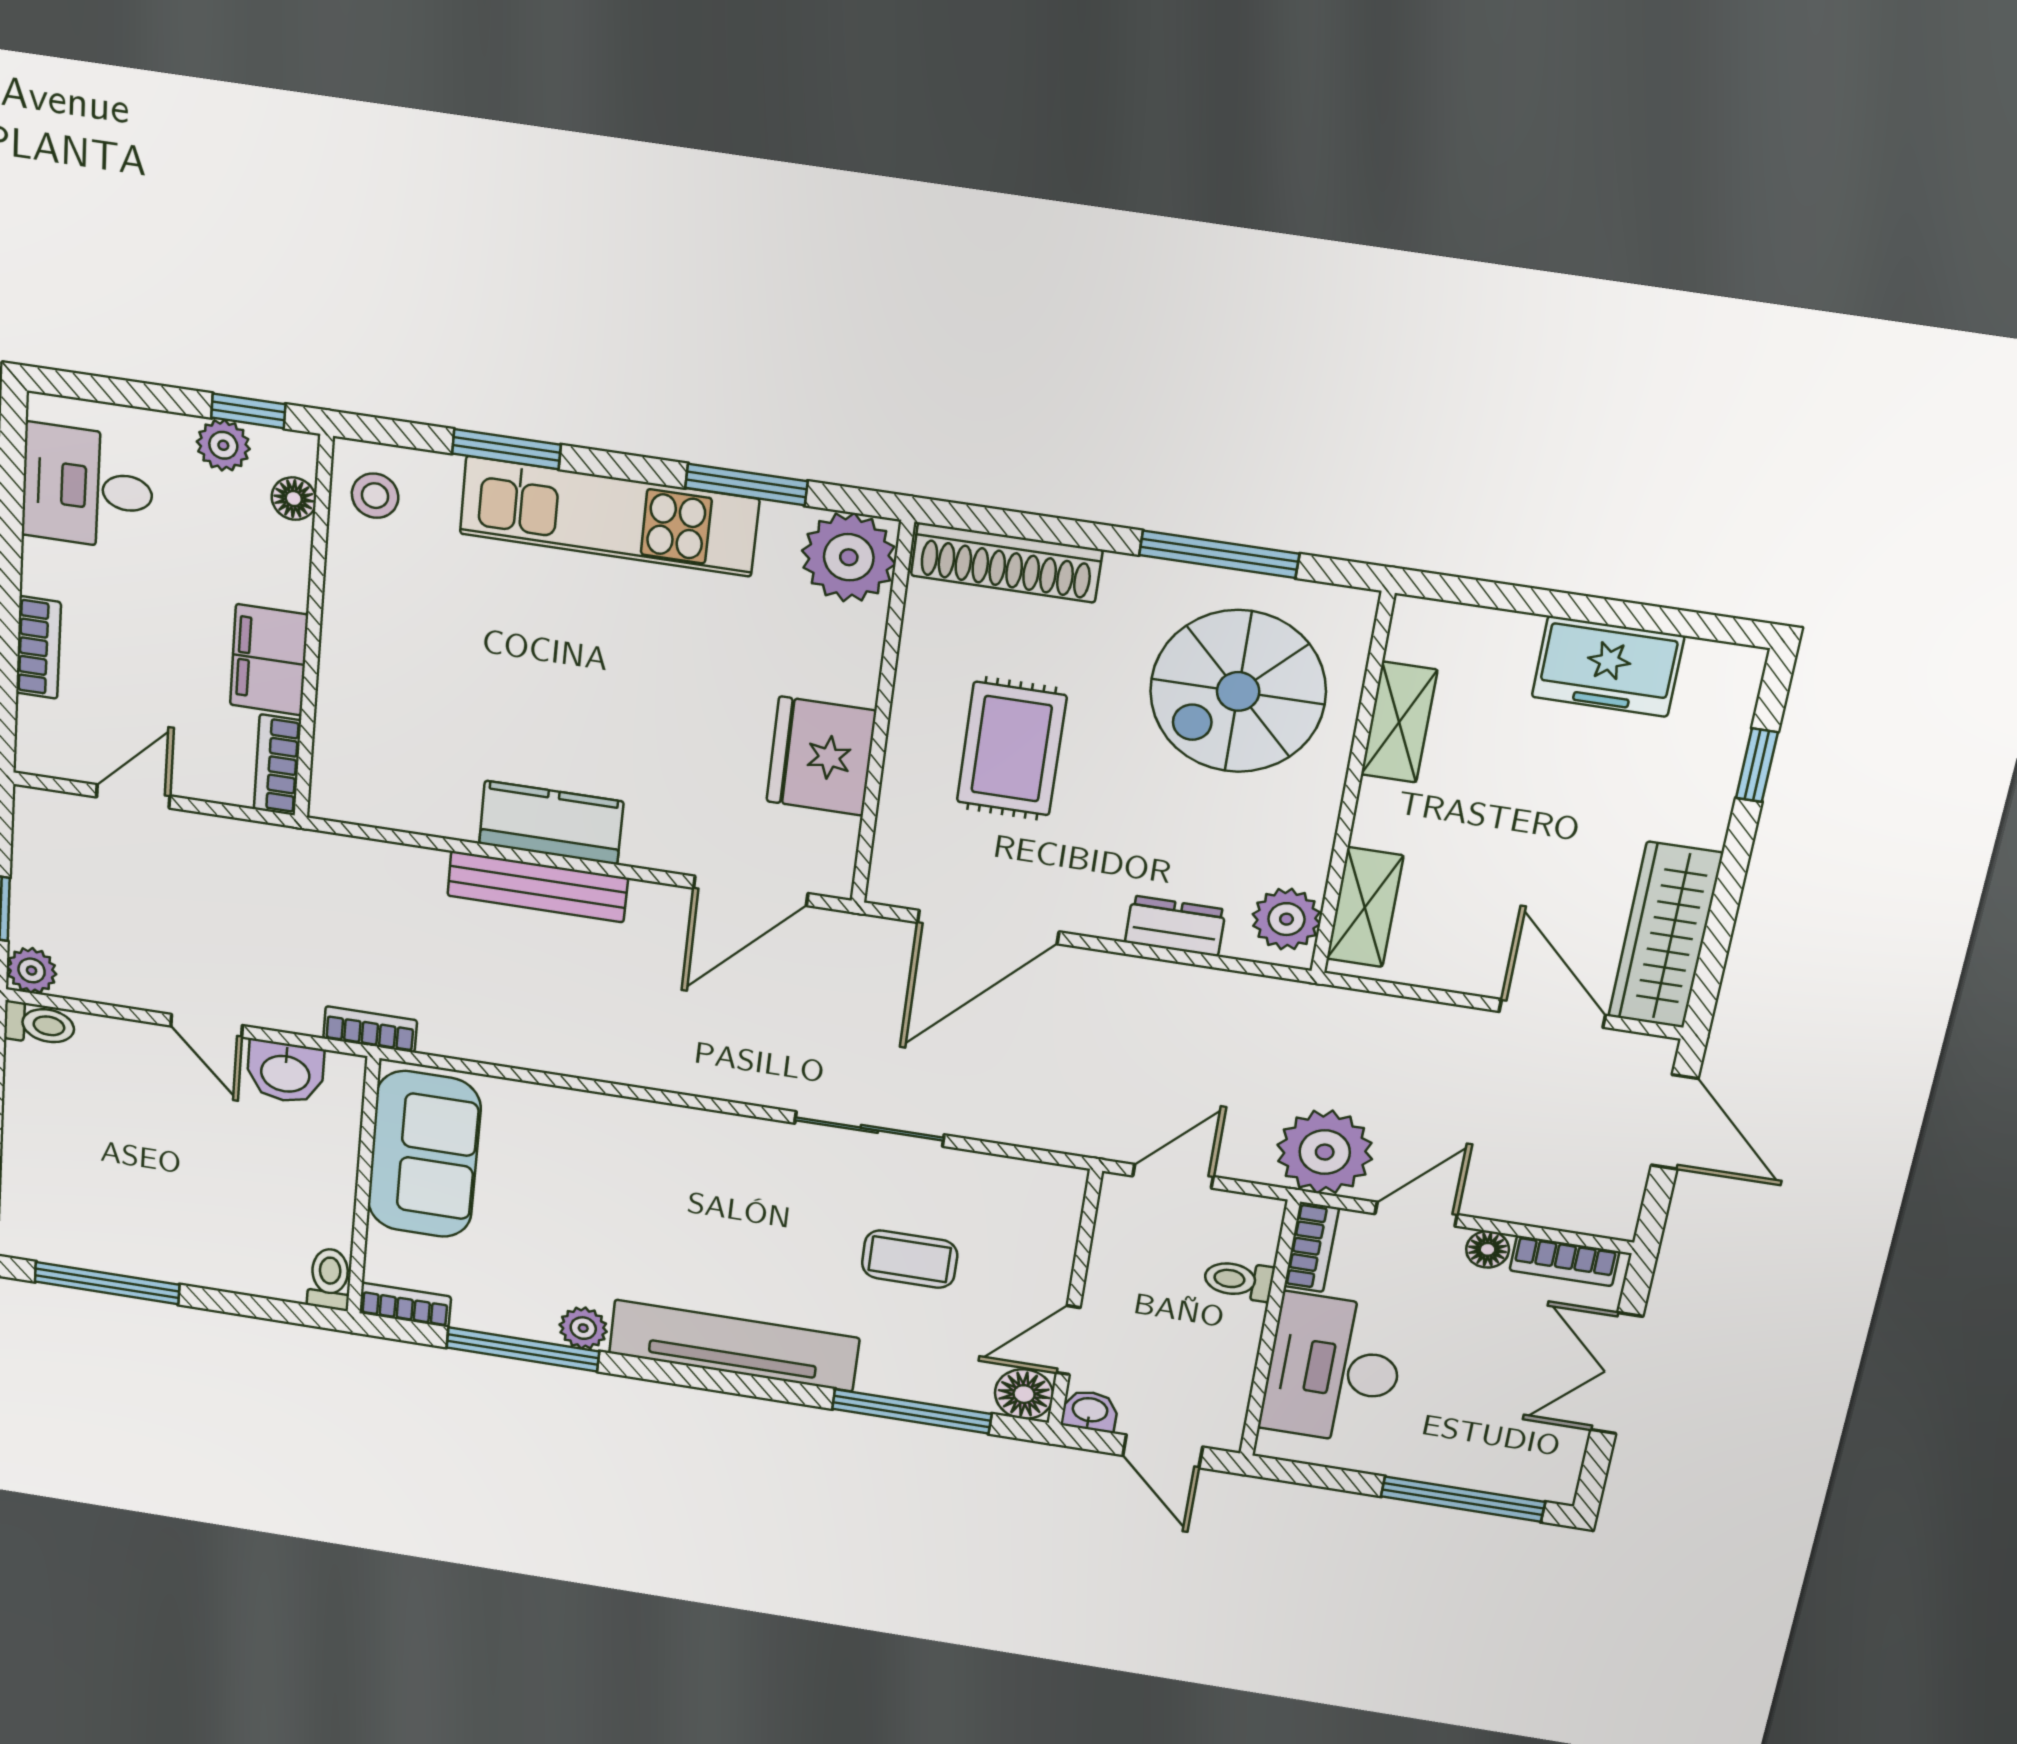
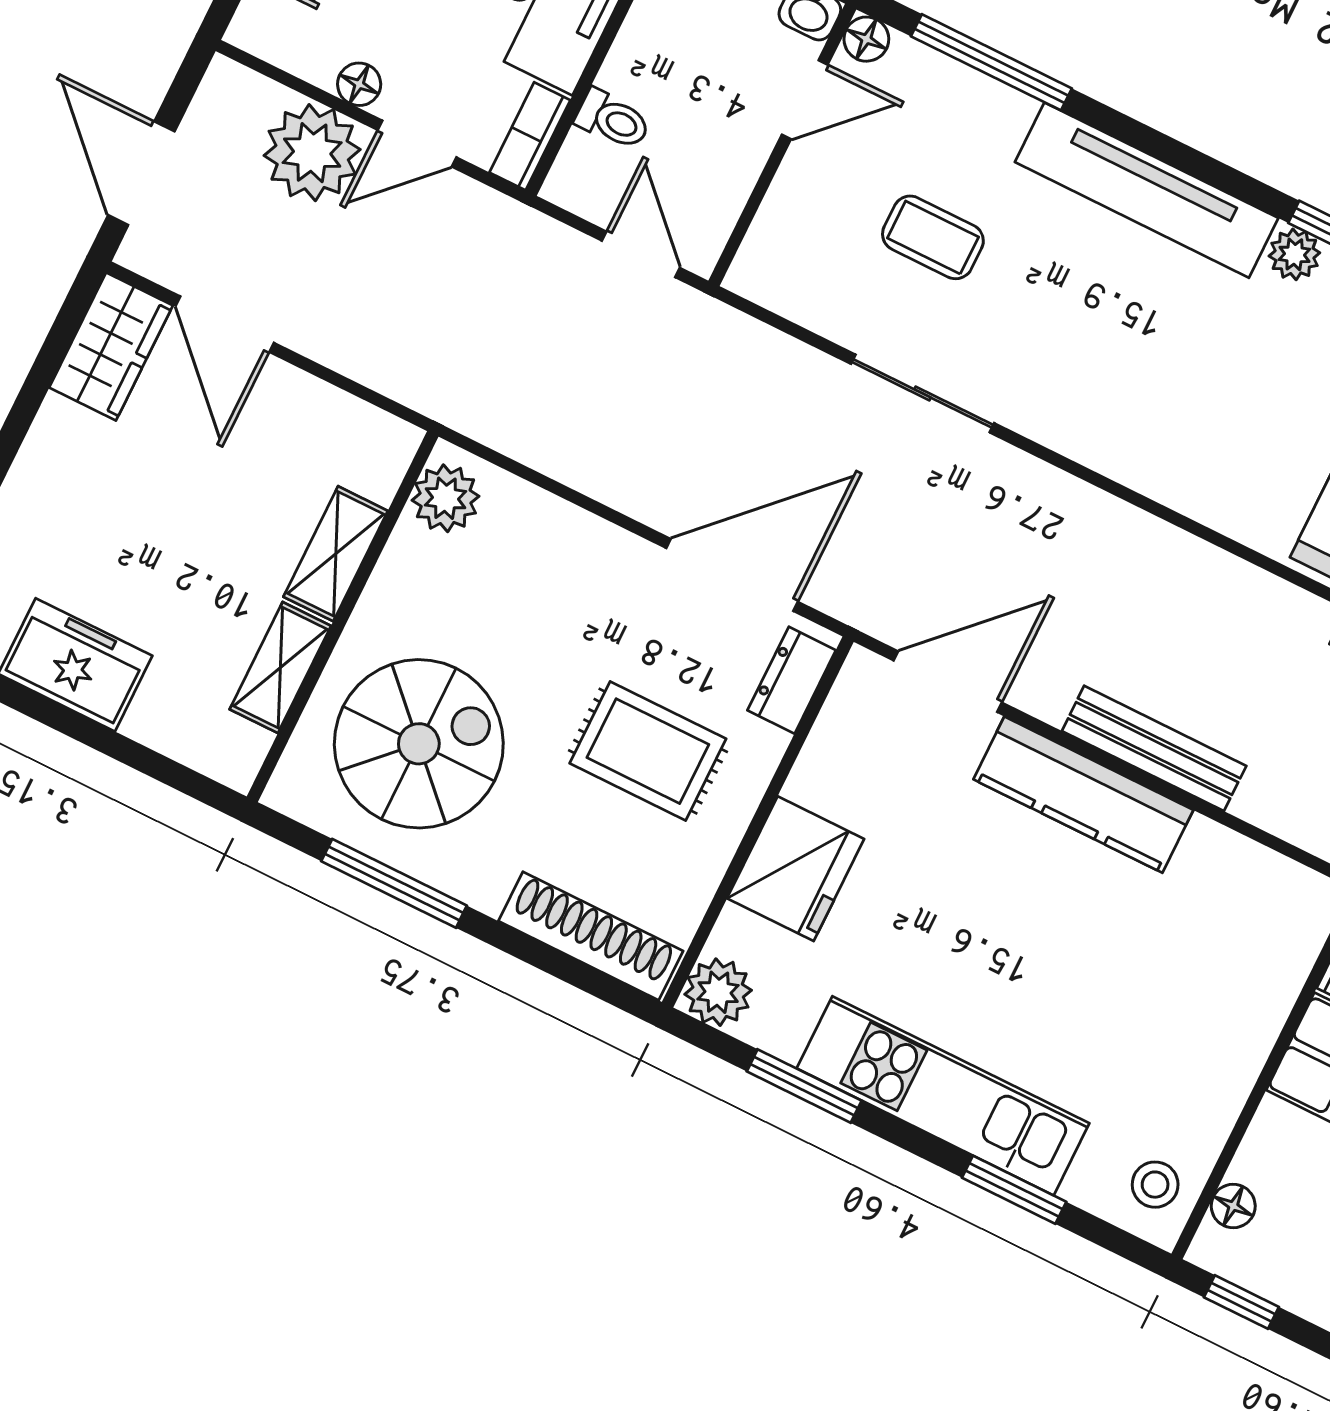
plant: (223, 445) -> (1279, 1277), removed
plant: (849, 557) -> (718, 992), width x0.73, depth x0.73
rug: (1012, 749) -> (648, 751), turned 90
fridge: (821, 756) -> (796, 869), moved
kitchen counter: (551, 823) -> (1083, 795), width x1.50
shelving: (1365, 907) -> (336, 554), moved
dresser: (1175, 926) -> (792, 680), moved, turned 90
wardrobe: (1665, 935) -> (111, 347), width x0.67
plant: (1325, 1152) -> (312, 153), moved
door: (1173, 1176) -> (641, 254), swing flipped
bookcase: (1564, 1261) -> (288, 50), removed
floor lamp: (1024, 1394) -> (866, 39), width x0.73, depth x0.73

